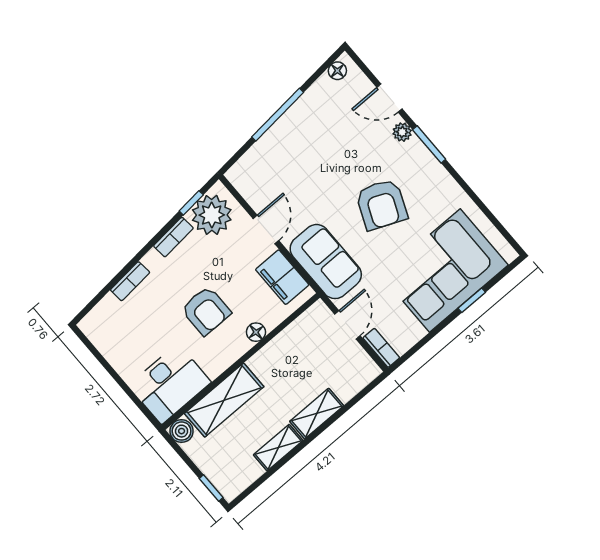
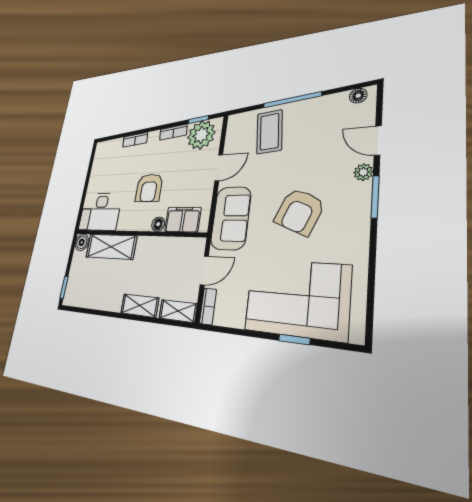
coffee table: (285, 159) -> (269, 132), added
filing cabinet: (282, 277) -> (183, 219), moved, turned 90
shelving: (278, 448) -> (178, 311), moved

